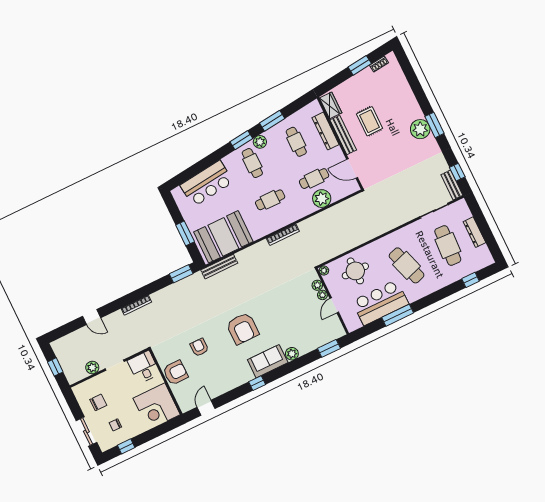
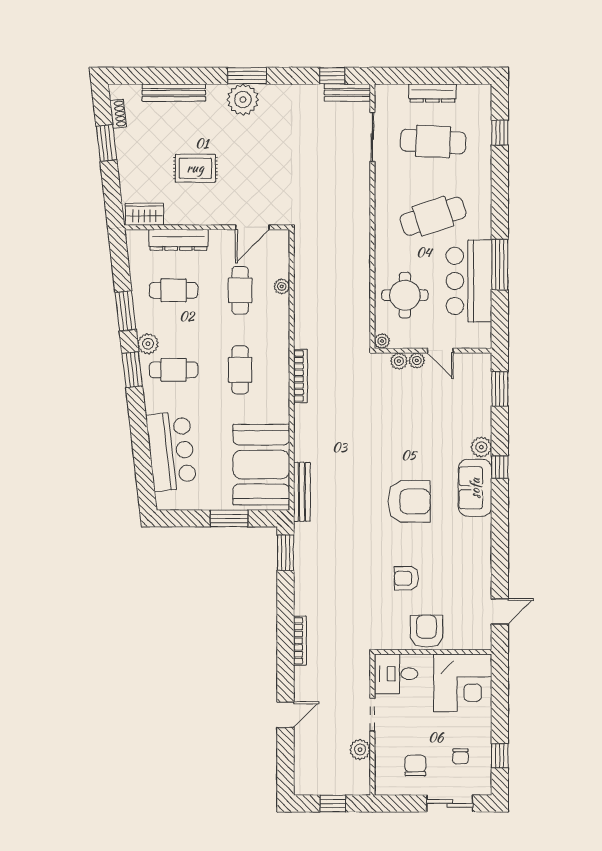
bench: (343, 135) -> (174, 93), moved
plant: (322, 199) -> (282, 286), width x0.53, depth x0.53
window: (257, 383) -> (500, 467), moved
door: (206, 408) -> (500, 611), swing flipped

